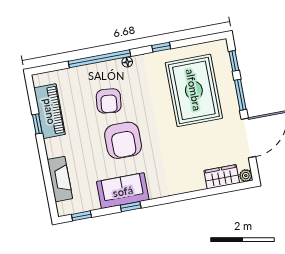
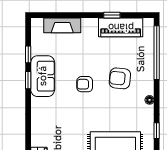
window: (100, 59) -> (157, 53), moved
armchair: (123, 140) -> (85, 84), width x0.53, depth x0.53
window: (82, 216) -> (28, 54), moved

